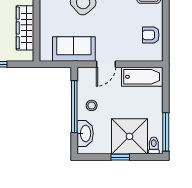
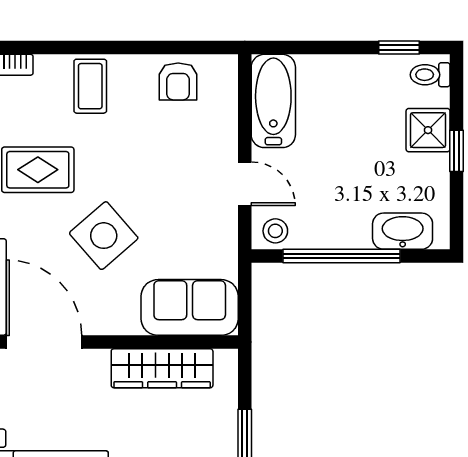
sofa: (74, 49) -> (190, 307), moved, turned 90
stool: (92, 105) -> (275, 231), moved
window: (166, 132) -> (399, 48), width x0.46
shower: (129, 136) -> (428, 130), width x0.54, depth x0.54

